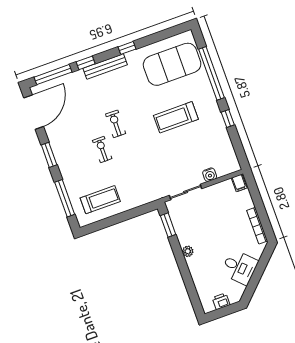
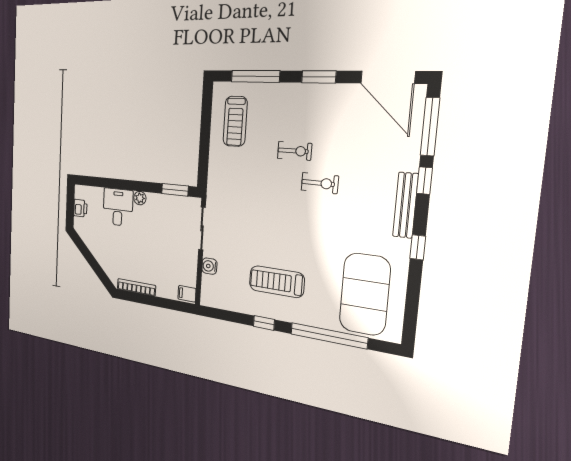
treadmill: (176, 117) -> (277, 282), moved, turned -90
desk: (239, 267) -> (118, 207), moved, turned 135

